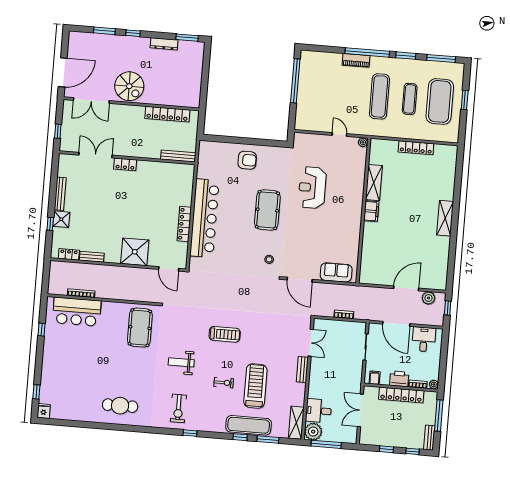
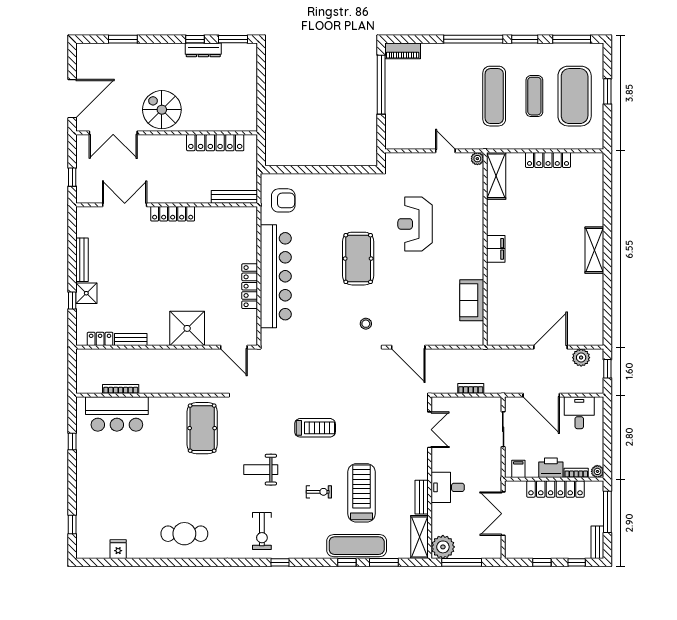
window: (133, 33) -> (195, 39), moved
piano: (356, 60) -> (403, 51), moved
spiral stairs: (129, 86) -> (162, 110), turned 180
armchair: (247, 160) -> (283, 200), moved
locker: (125, 164) -> (173, 214), width x1.53
shelving: (374, 183) -> (496, 176), moved
sofa: (336, 272) -> (472, 300), moved, turned -90
bench: (302, 370) -> (422, 497), moved
fridge: (44, 411) -> (118, 549), moved
desk: (319, 411) -> (448, 487), moved

